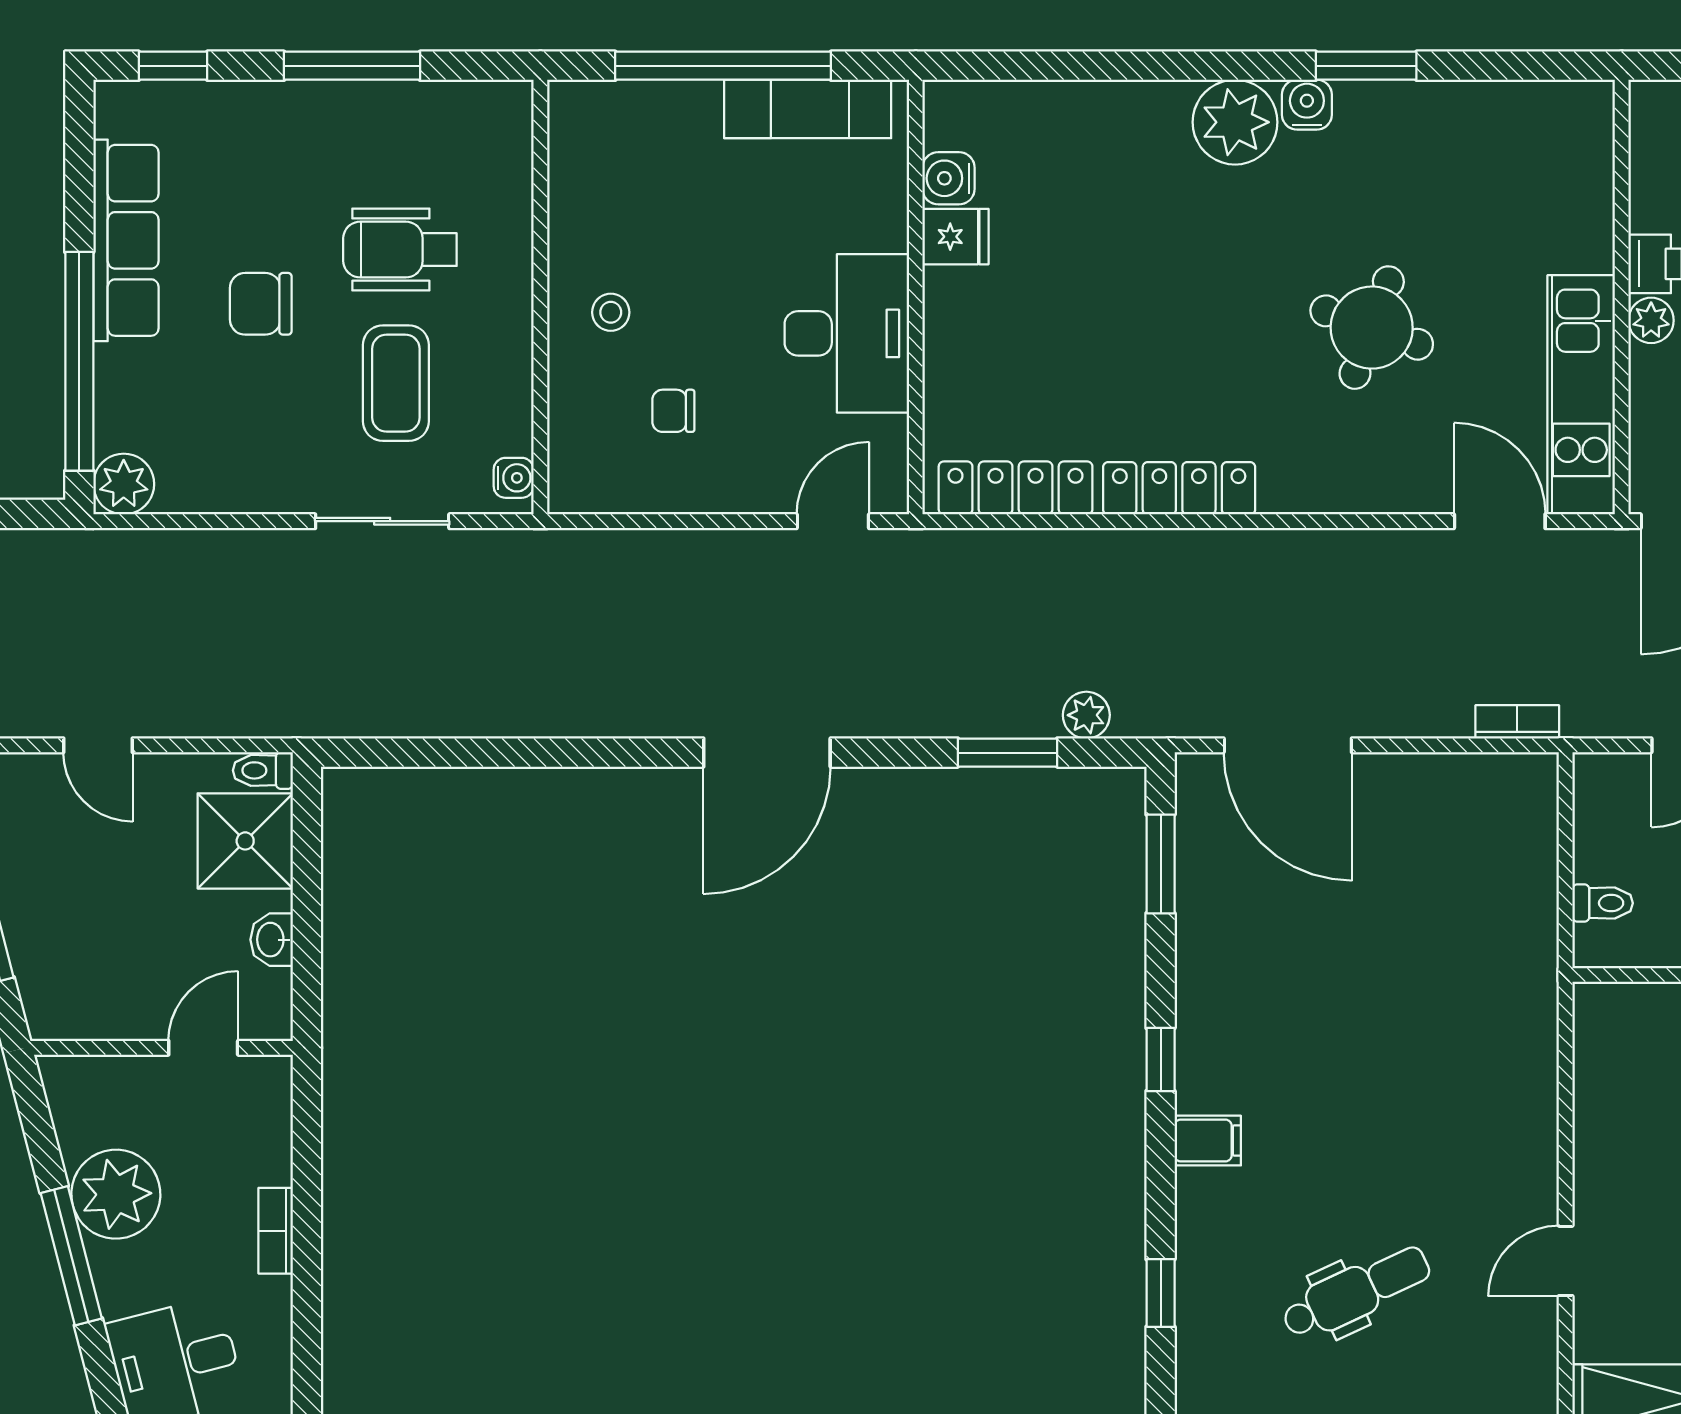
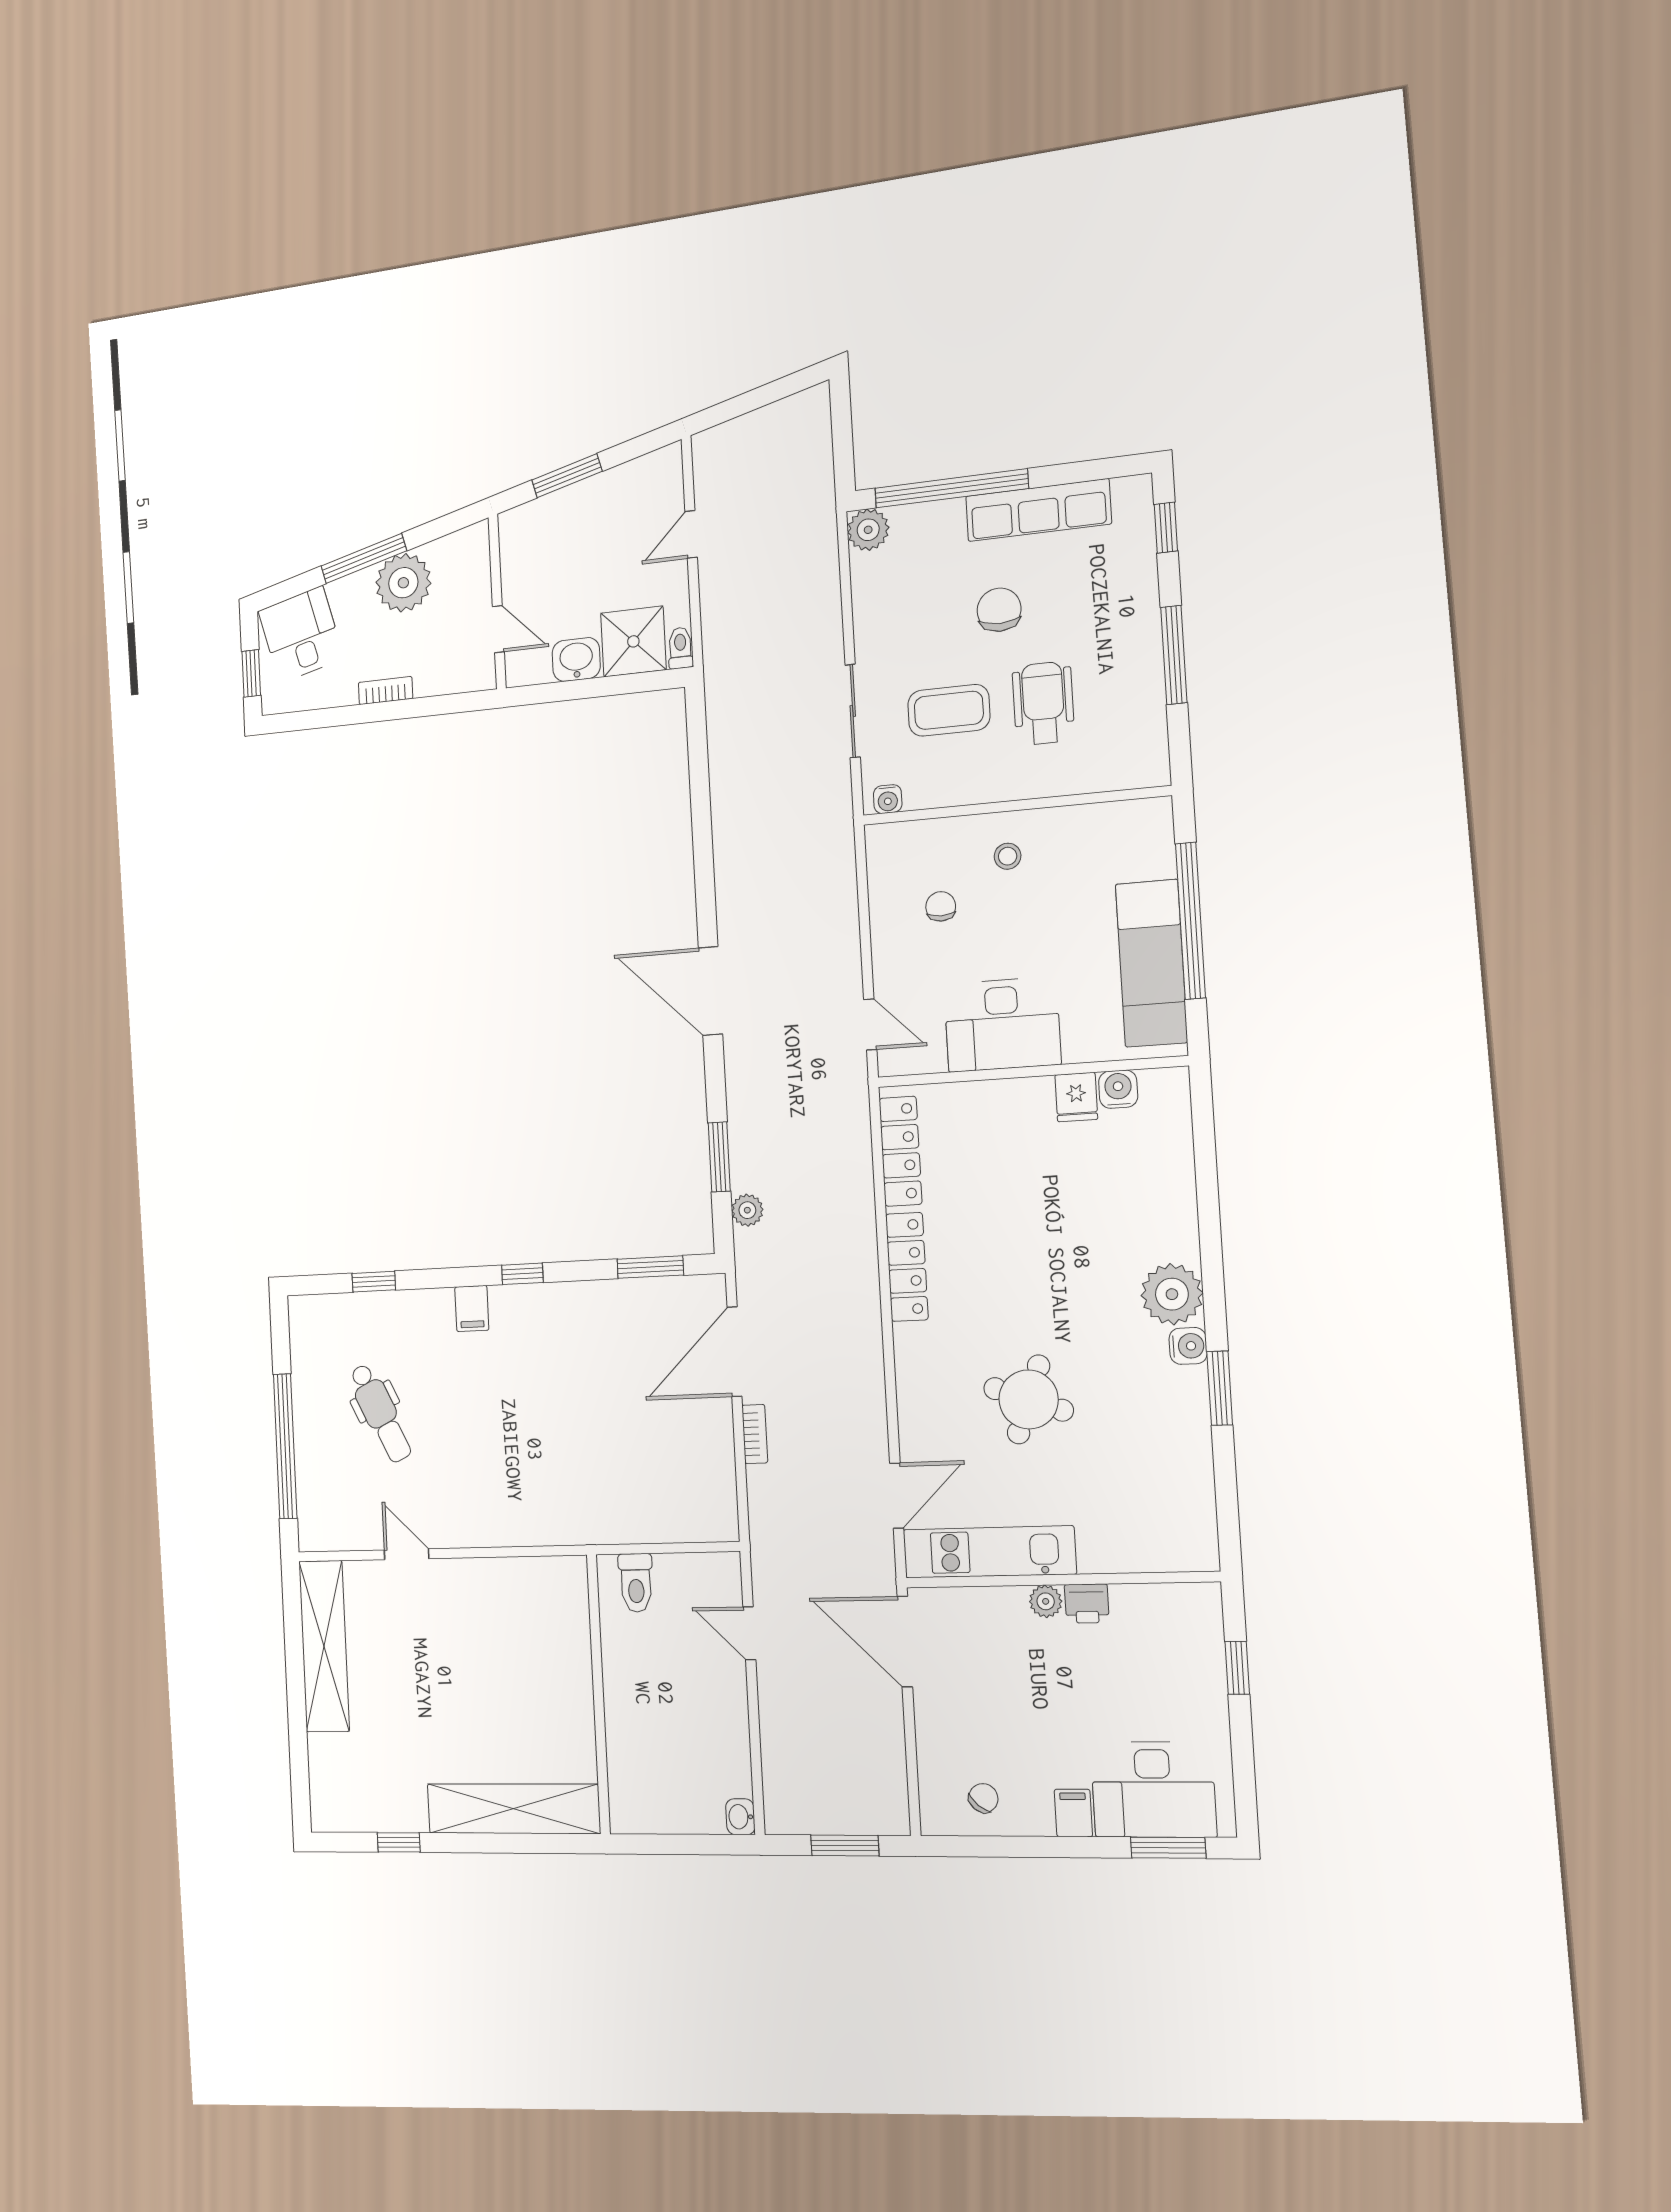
exam couch: (808, 109) -> (1151, 963), width x1.36, depth x1.45
bookcase: (1517, 722) -> (755, 1434), moved
toilet: (1603, 903) -> (636, 1583), width x1.37, depth x1.39
washbasin: (272, 940) -> (576, 659), width x1.38, depth x1.45

